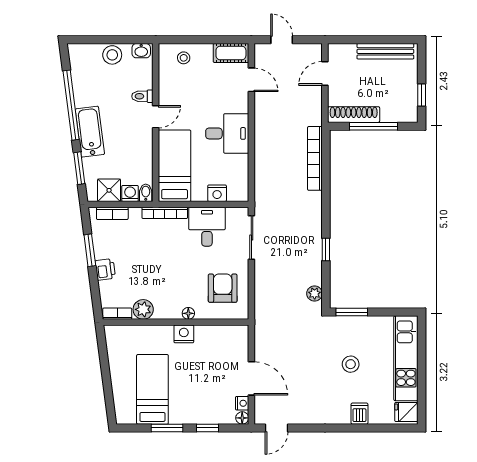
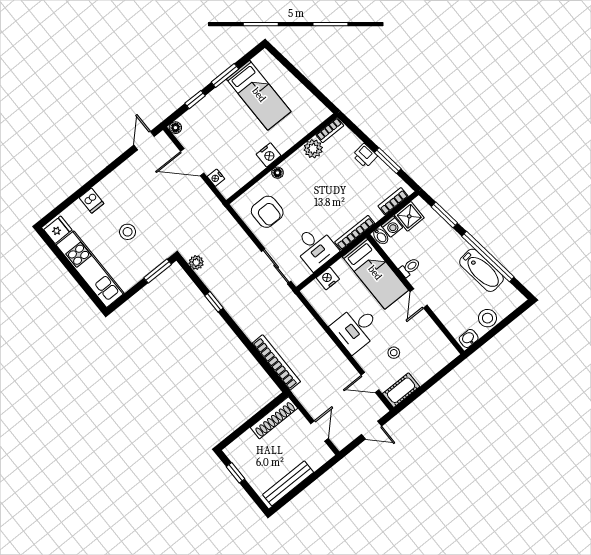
stool: (184, 58) -> (394, 353), moved
toilet: (142, 96) -> (410, 267), moved
window: (374, 126) -> (252, 421), removed
bathtub: (90, 132) -> (481, 270), moved
nightstand: (242, 403) -> (216, 178), moved

